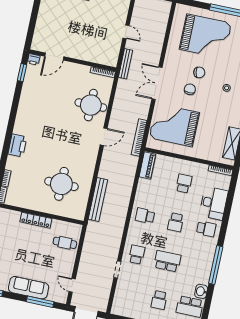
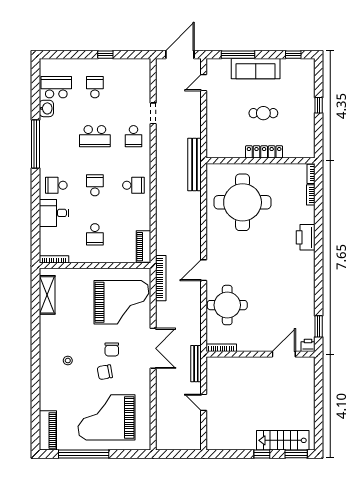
round table: (61, 184) -> (243, 202), width x1.36, depth x1.36
bench: (98, 199) -> (194, 165), moved
desk: (214, 203) -> (54, 213), width x0.73
cafe table: (65, 243) -> (263, 113), moved
door: (72, 285) -> (204, 83), swing flipped

